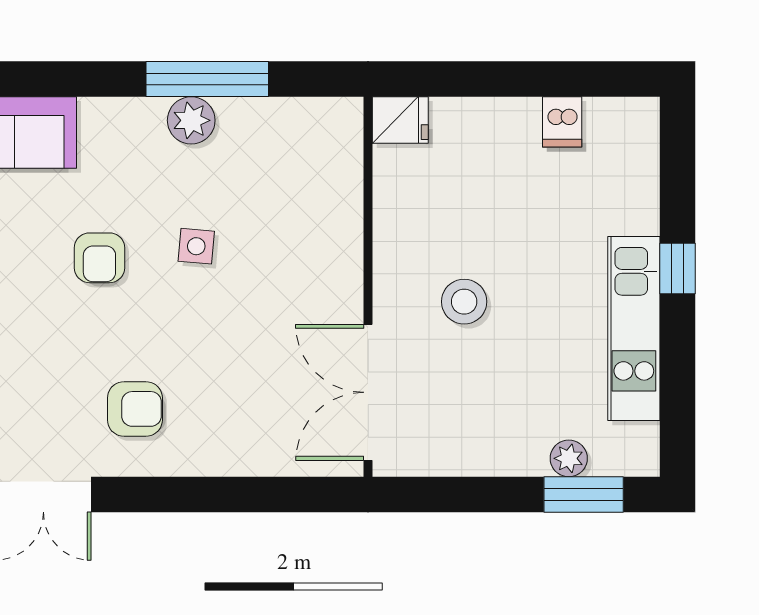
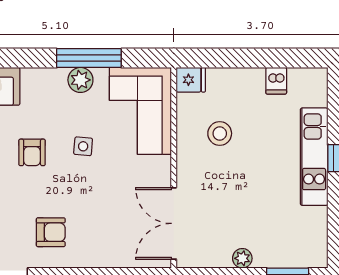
corner sofa: (305, 179) -> (140, 111), added
stool: (464, 302) -> (220, 133), moved
kitchen unit: (634, 329) -> (314, 157), moved
plant: (569, 458) -> (242, 258), moved

